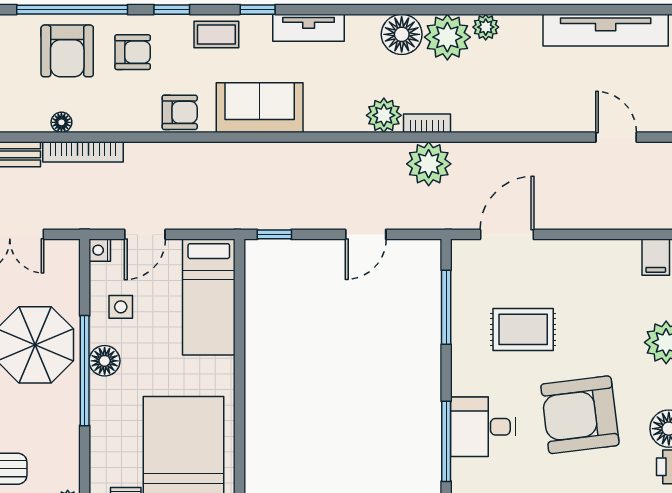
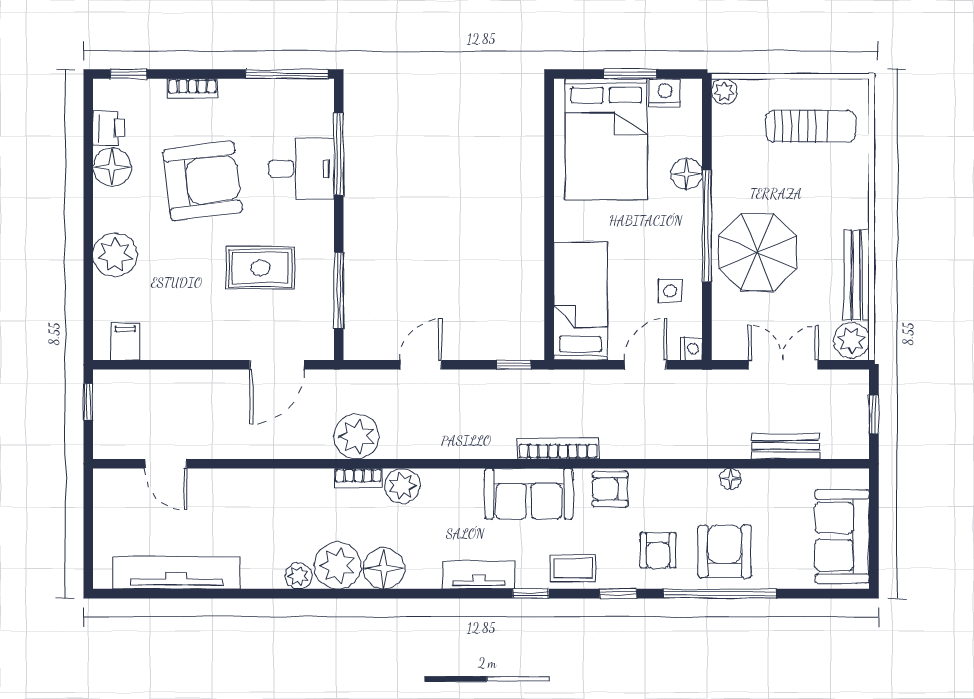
armchair: (133, 52) -> (658, 550), turned -90
bookcase: (83, 152) -> (558, 449), moved
floor lamp: (105, 361) -> (687, 174), moved

